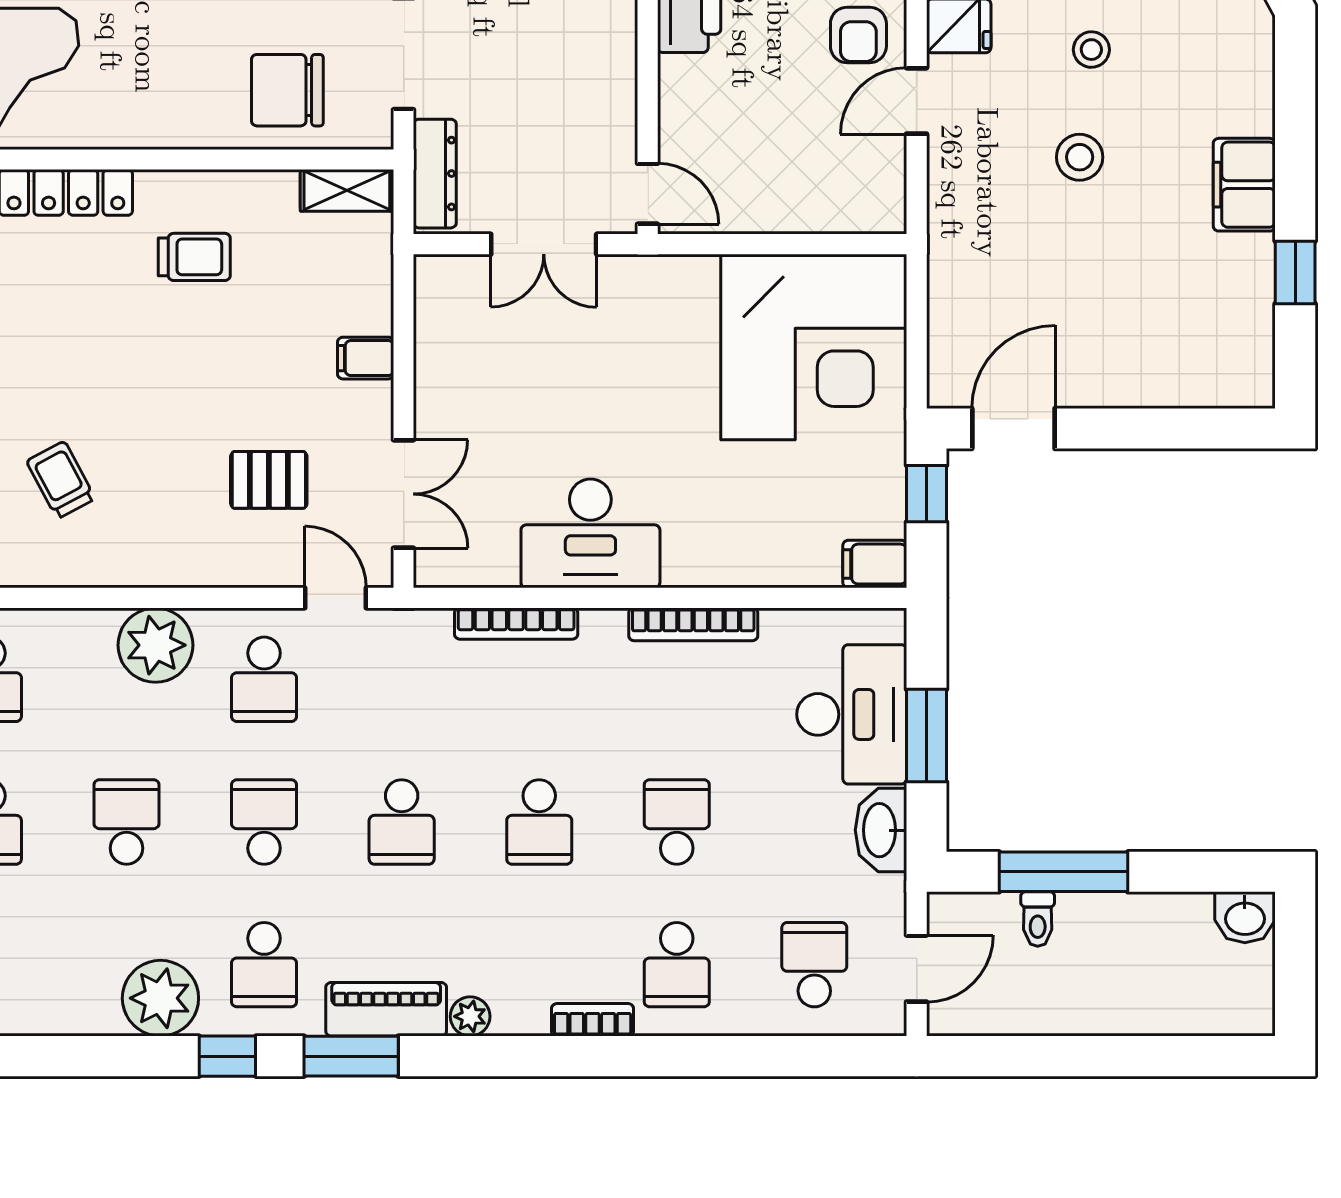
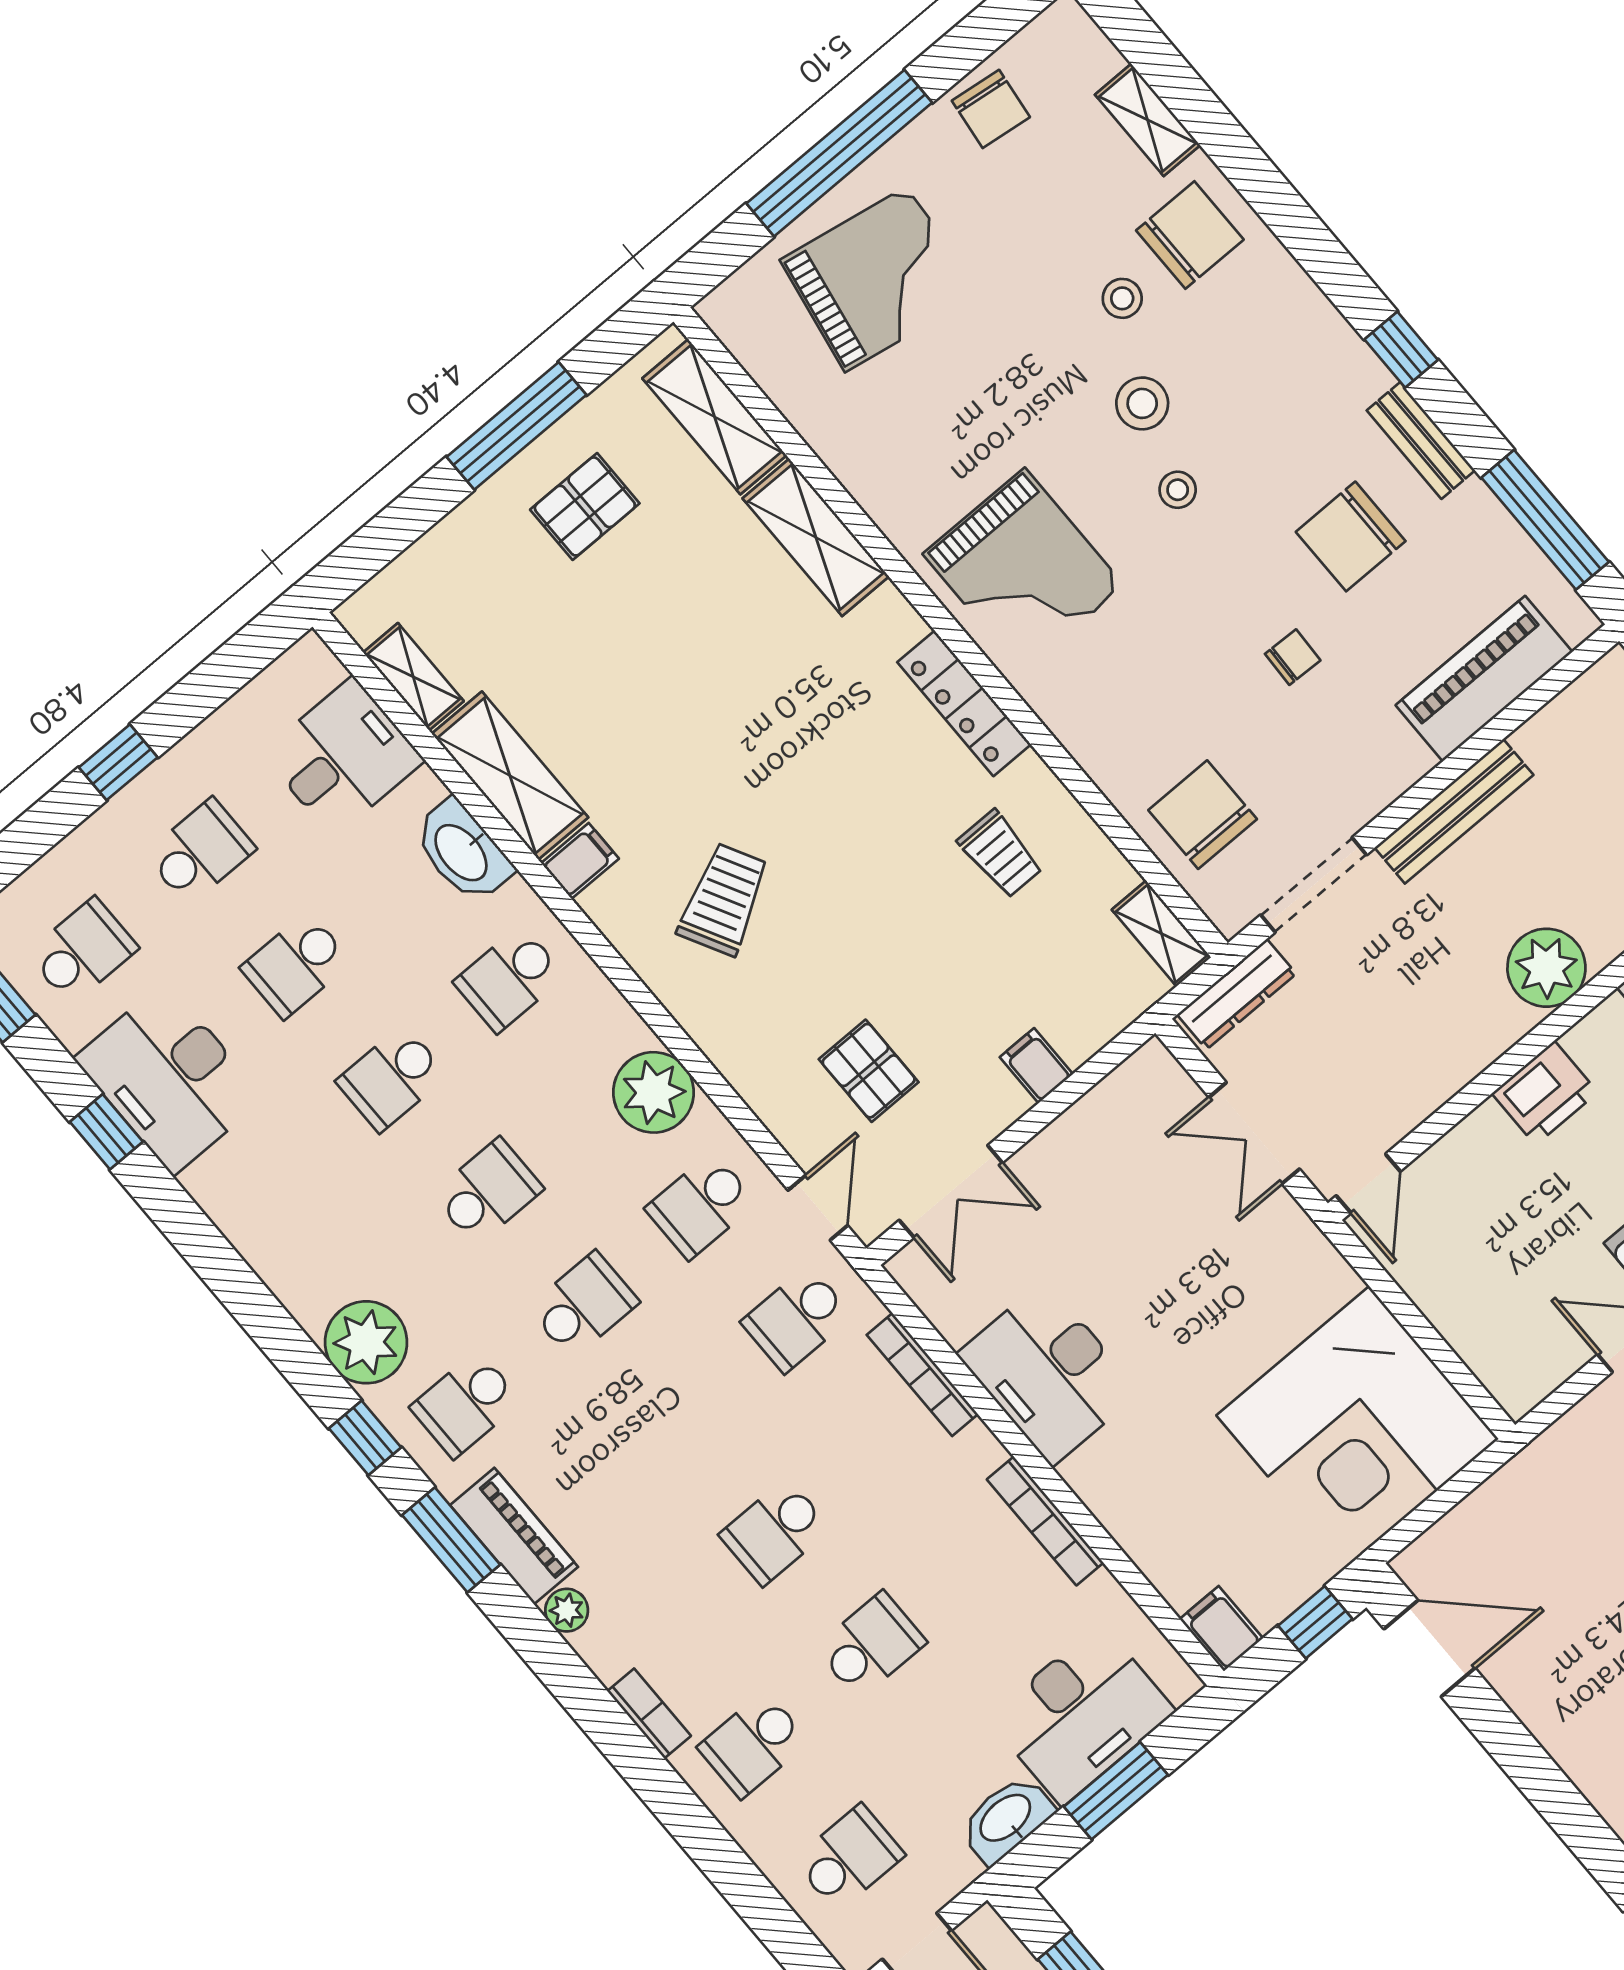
trolley: (61, 480) -> (724, 899), width x1.36, depth x1.39
school desk: (402, 822) -> (797, 1319), moved

